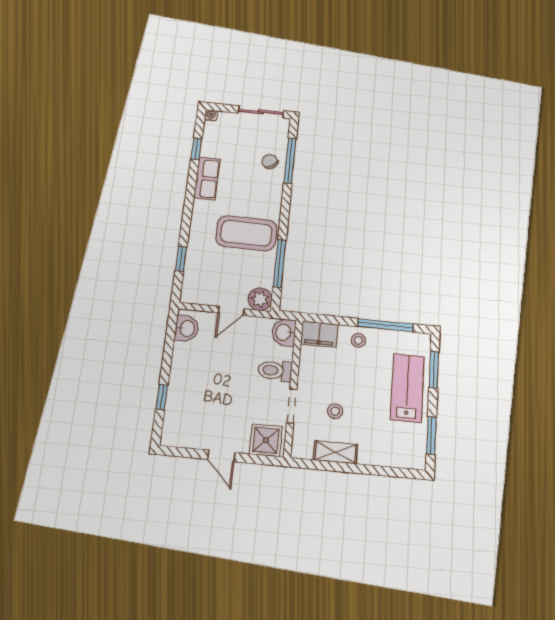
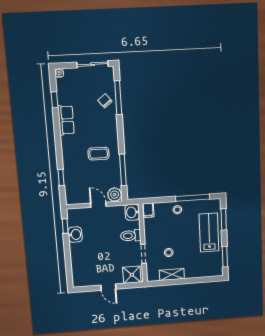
coffee table: (246, 233) -> (99, 154), width x0.54, depth x0.58
door: (231, 311) -> (98, 205), swing flipped
washbasin: (187, 328) -> (75, 235), moved
filing cabinet: (319, 334) -> (148, 210), width x0.50
window: (162, 397) -> (65, 226), moved

